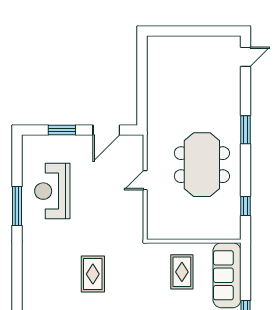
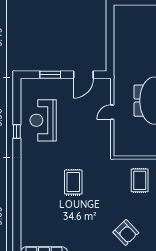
window: (17, 206) -> (17, 131), width x0.46

